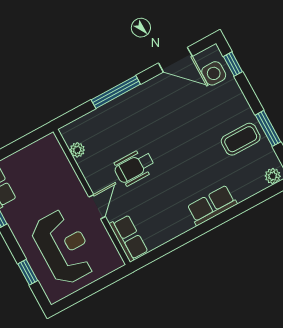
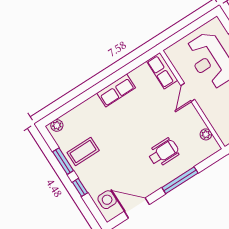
window: (233, 64) -> (80, 187), moved
wheelchair: (134, 167) -> (163, 152), moved
row of seats: (212, 205) -> (116, 90), moved

